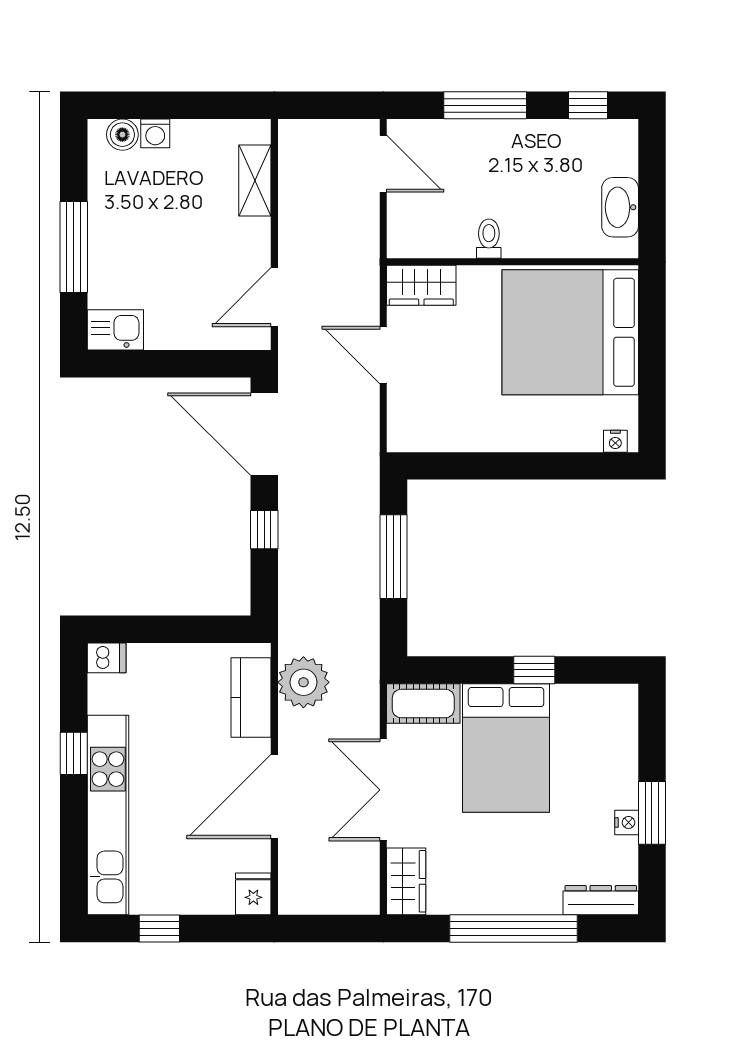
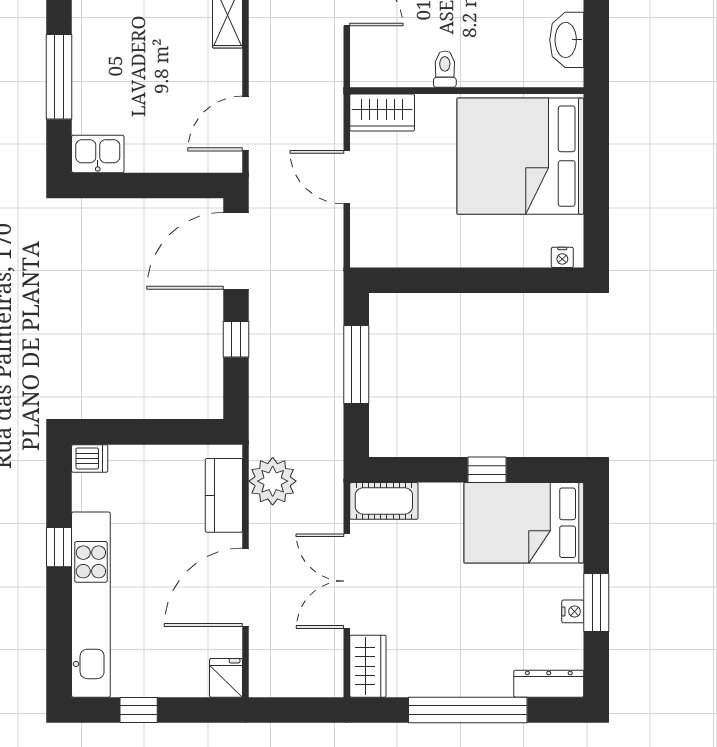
door: (264, 434) -> (236, 251), hinge flipped
bed: (506, 748) -> (524, 523), moved, turned 90

